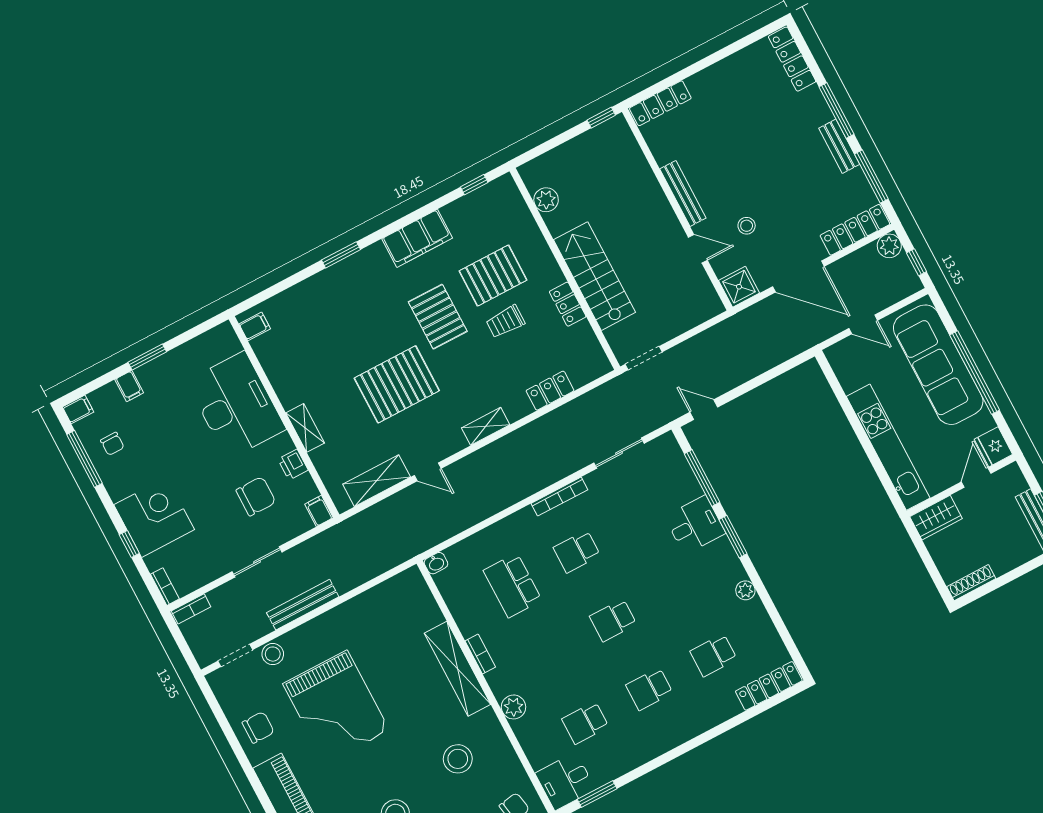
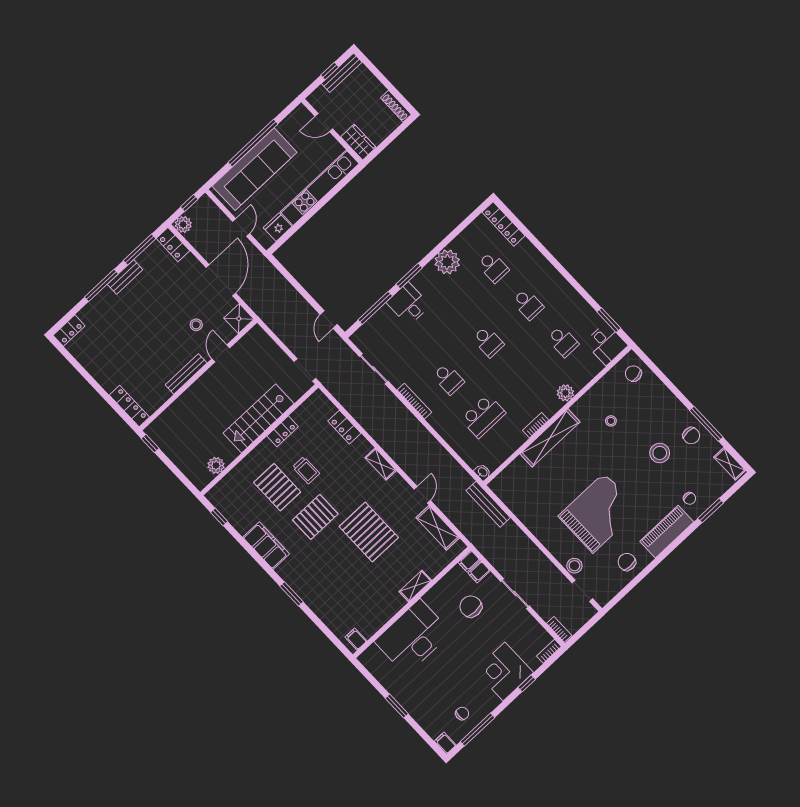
locker: (792, 59) -> (69, 331), width x0.66
locker: (855, 230) -> (173, 245), width x0.66
filing cabinet: (129, 386) -> (479, 572), moved, turned 180
fridge: (993, 447) -> (278, 227), moved, turned 180
printer: (293, 465) -> (442, 587), removed
plant: (745, 590) -> (447, 262), width x1.87, depth x1.87
bench: (303, 605) -> (488, 504), moved
stool: (458, 759) -> (611, 421), width x0.53, depth x0.53

